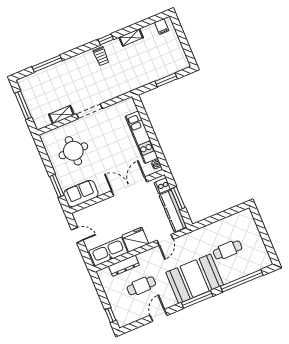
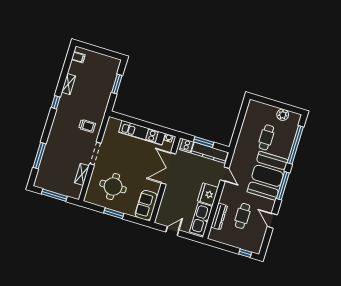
trolley: (101, 56) -> (87, 126), moved
window: (57, 186) -> (114, 213), moved
plant: (259, 248) -> (283, 115), added

